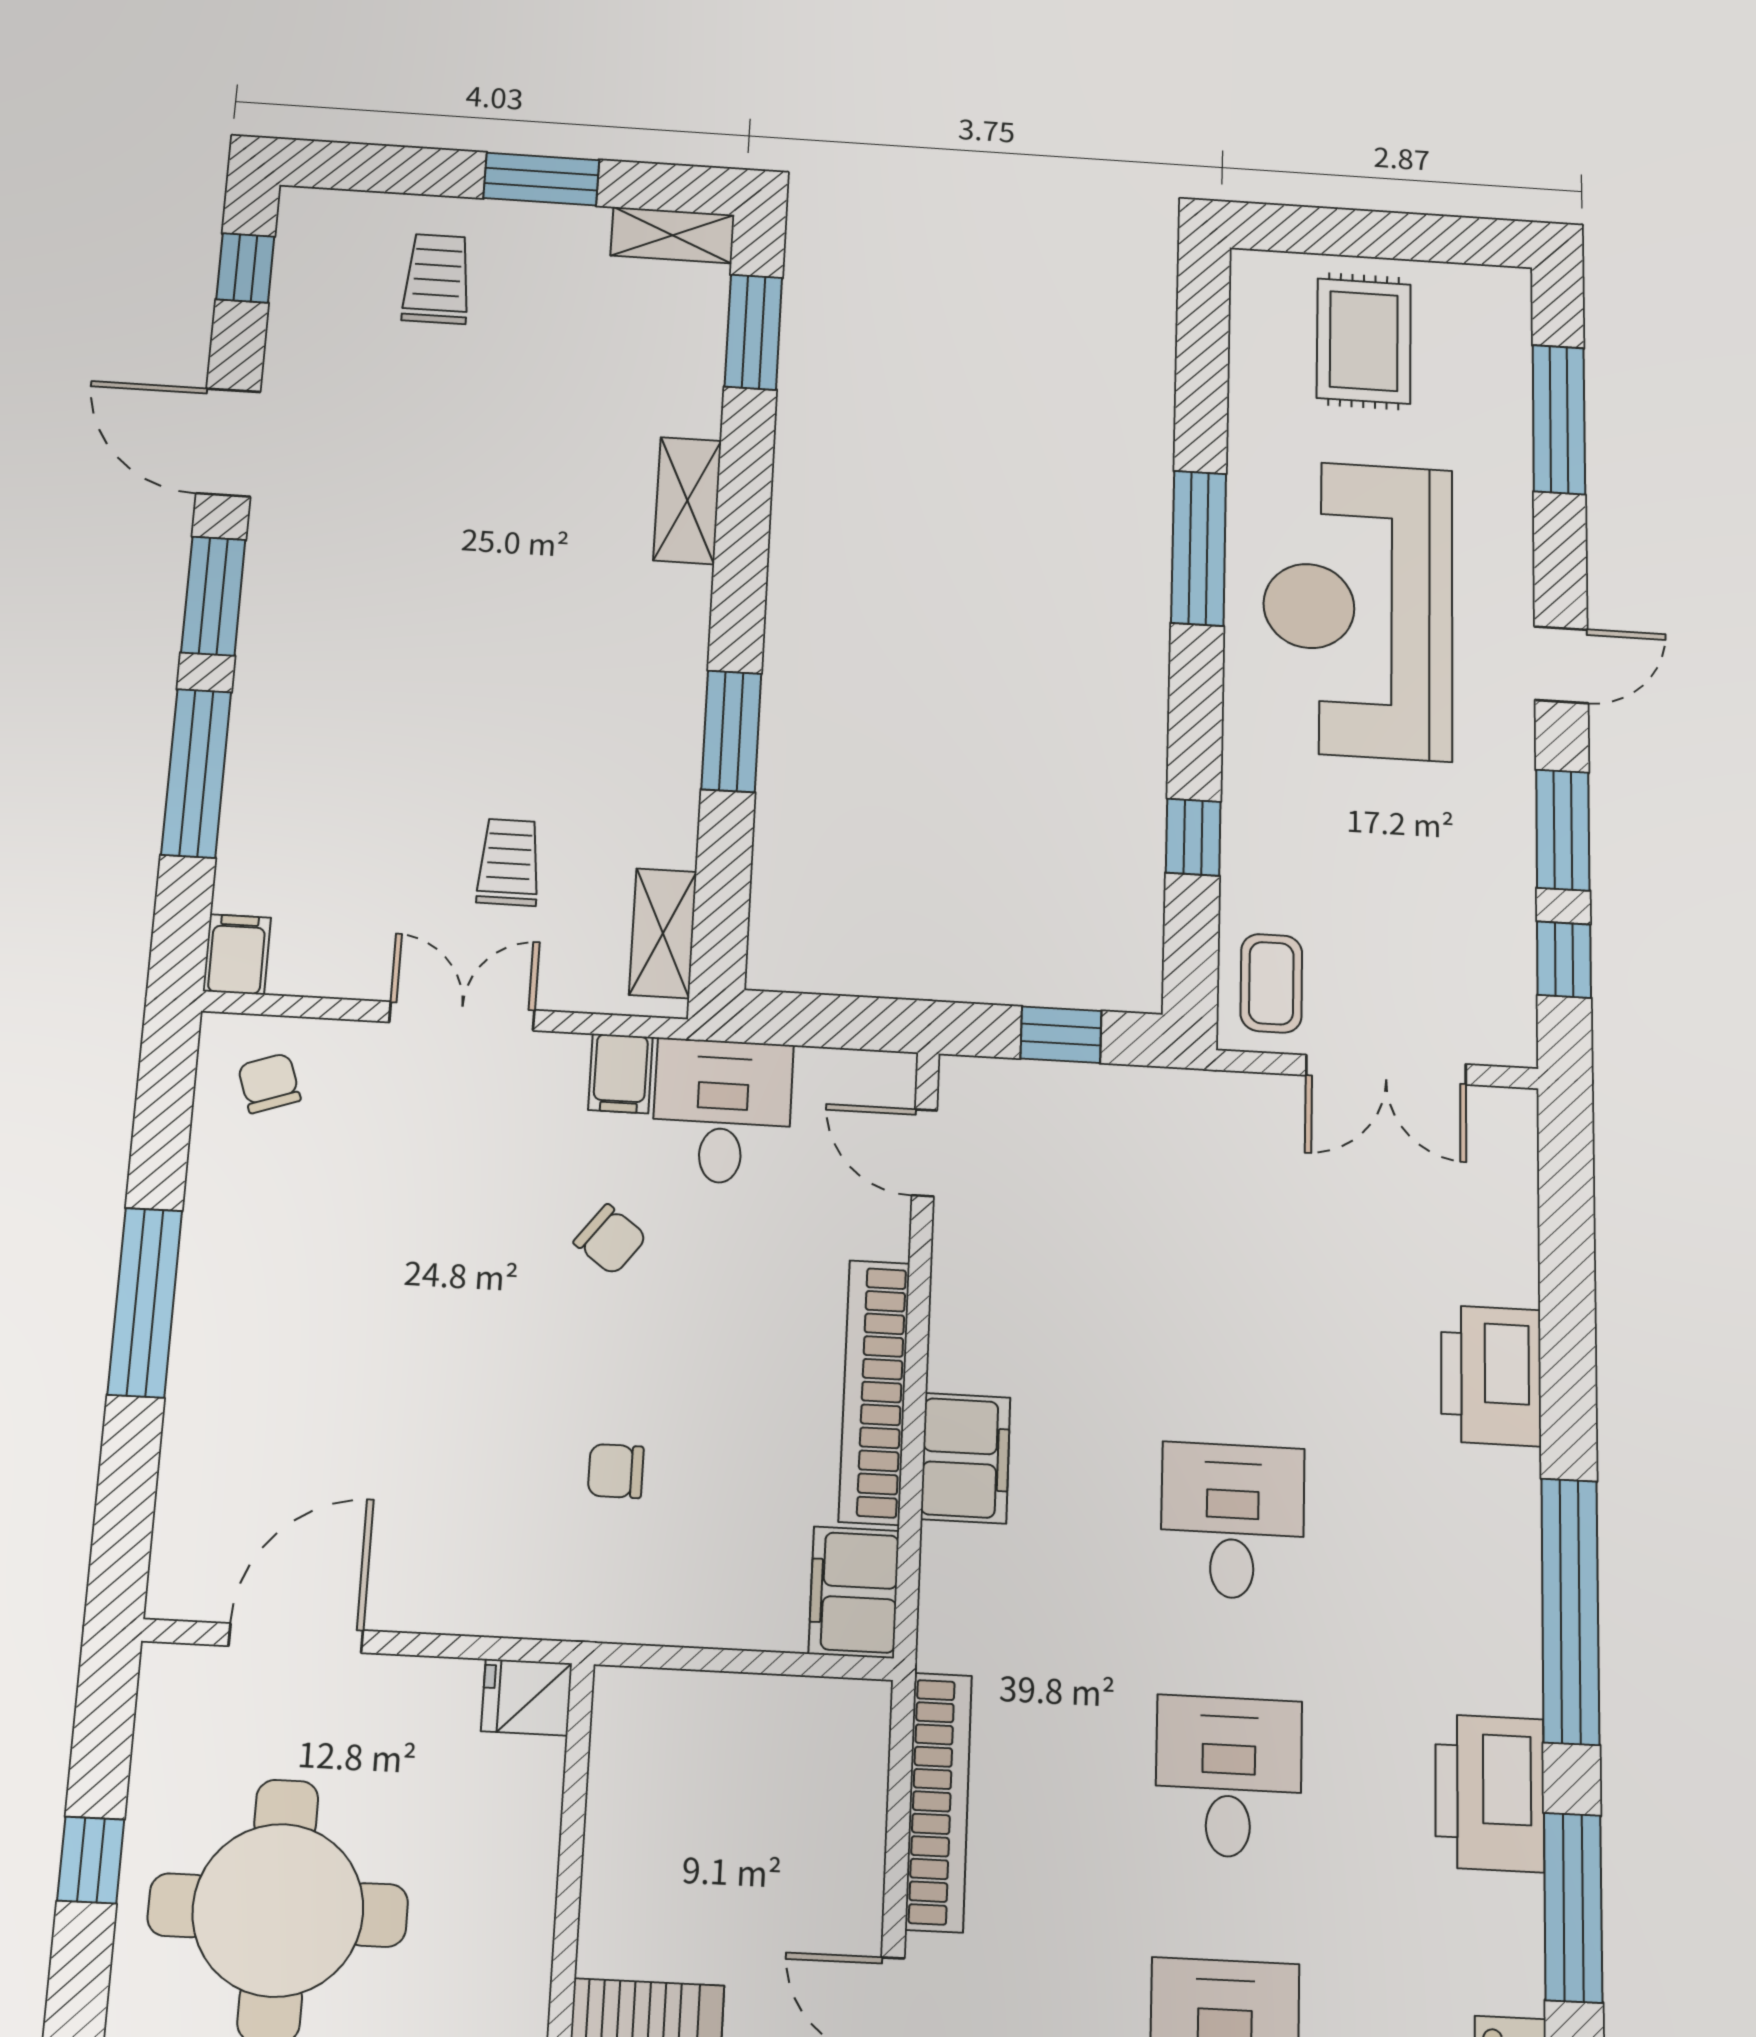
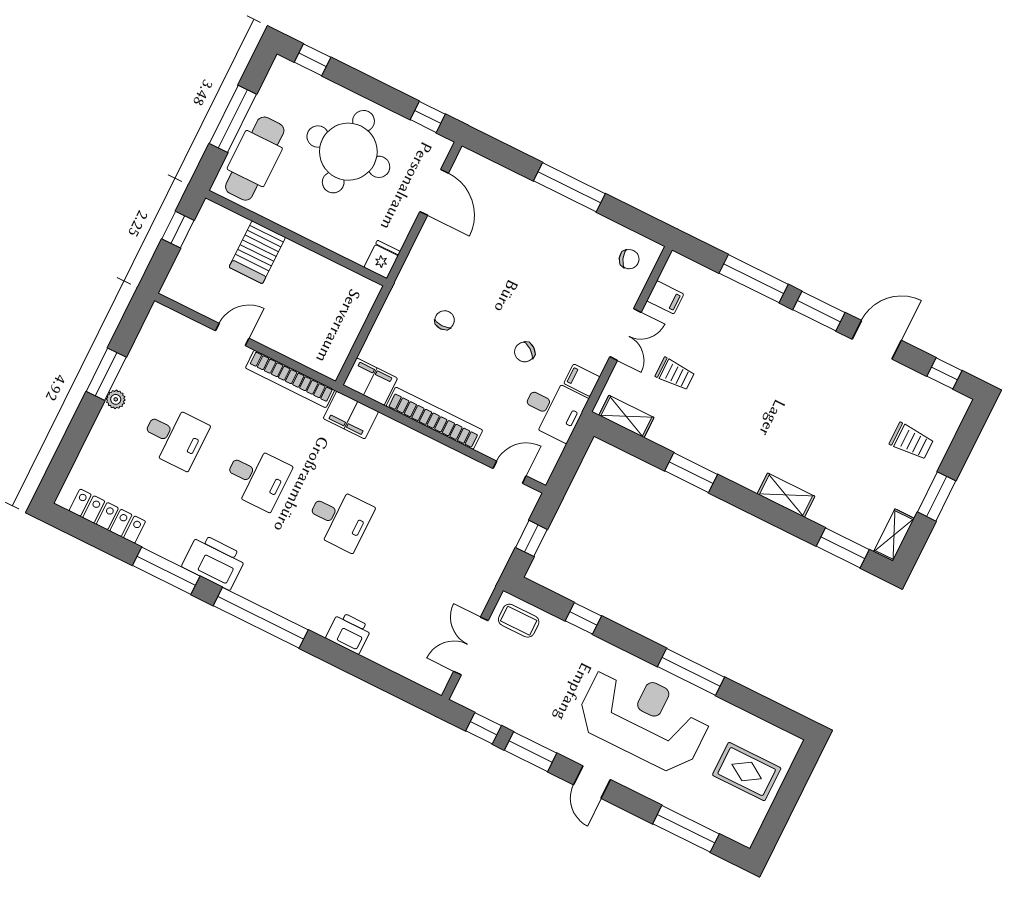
filing cabinet: (237, 954) -> (665, 297), moved
printer: (1491, 1375) -> (349, 633), width x0.73, depth x0.84
filing cabinet: (966, 1458) -> (351, 415), moved
window: (91, 1860) -> (428, 117), moved

